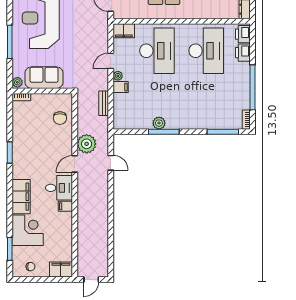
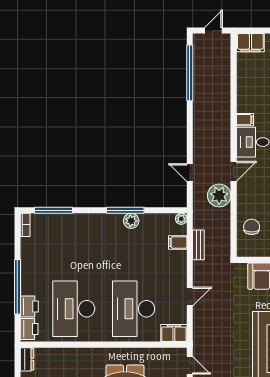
plant: (118, 76) -> (181, 219), moved
filing cabinet: (121, 87) -> (178, 242), moved
window: (252, 87) -> (17, 287), moved
window: (111, 245) -> (190, 73), added

